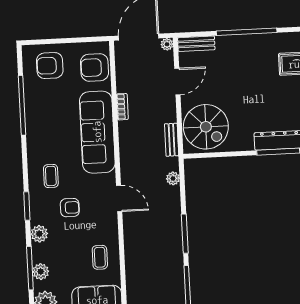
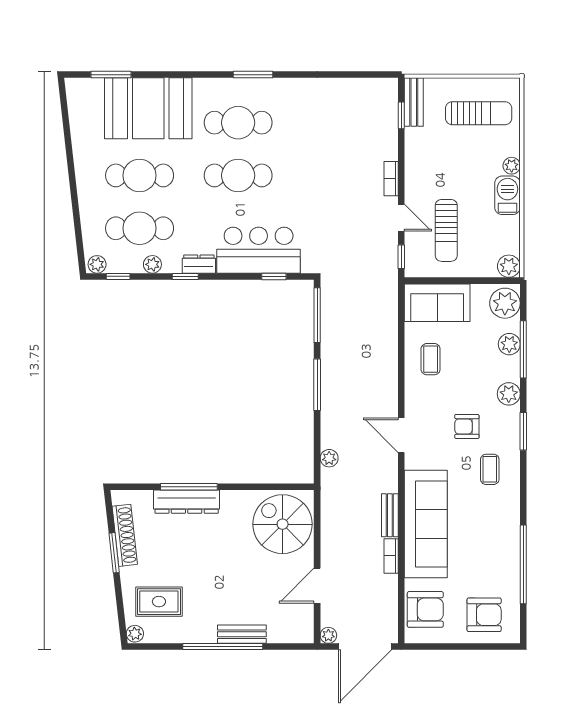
bench: (196, 44) -> (242, 634), moved
bench: (172, 140) -> (390, 515), moved

